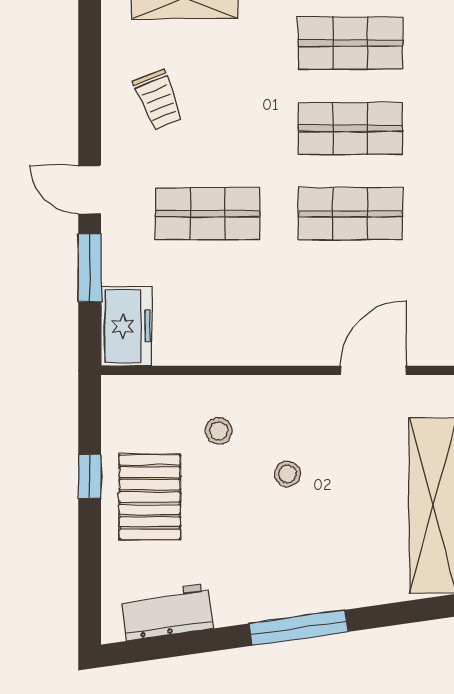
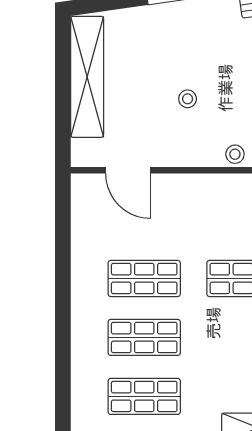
door: (374, 370) -> (128, 170), hinge flipped
stool: (219, 431) -> (235, 154), moved

